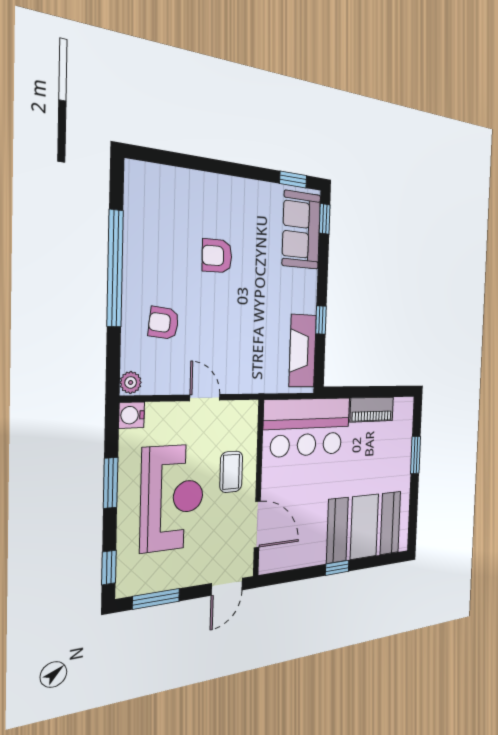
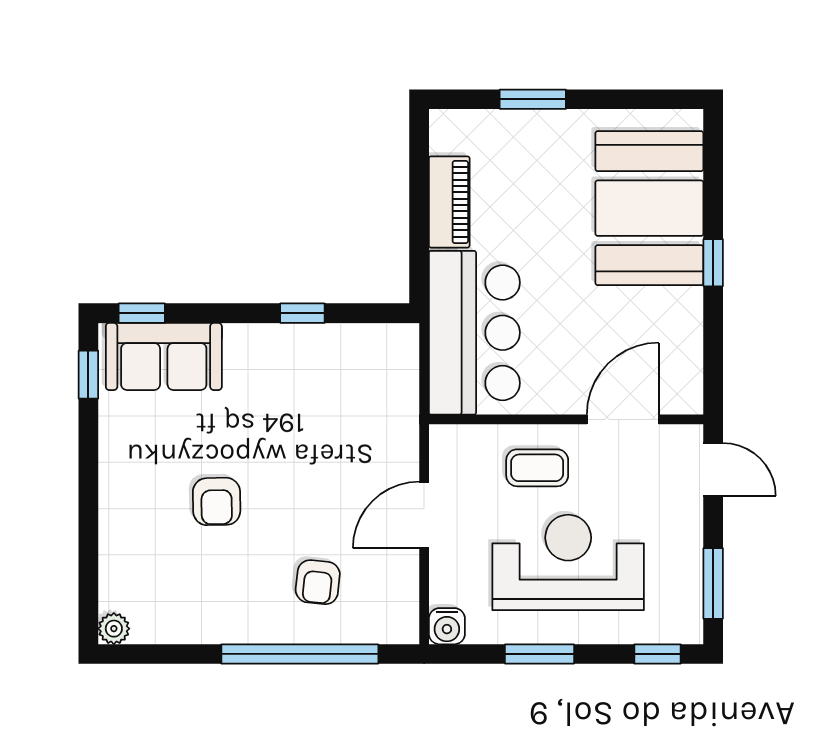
window: (115, 268) -> (300, 654), moved
fireplace: (303, 351) -> (352, 346), removed
plant: (131, 382) -> (114, 629), moved
door: (205, 398) -> (424, 515), width x1.38

